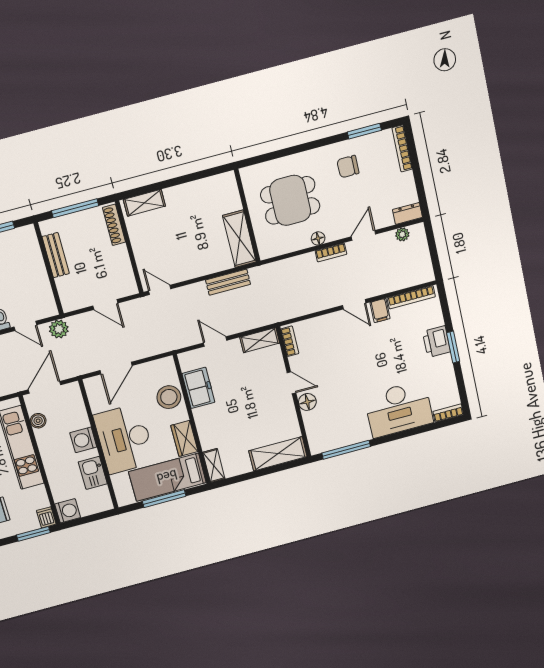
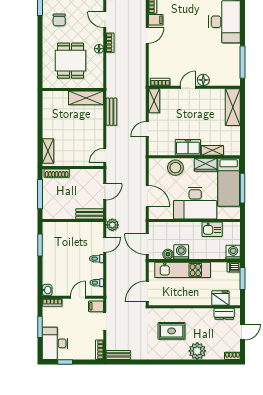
bench: (56, 255) -> (90, 214), moved
freezer: (198, 388) -> (188, 147), moved
washing machine: (83, 440) -> (181, 252), moved, turned 180
shelving: (214, 466) -> (212, 150), moved

